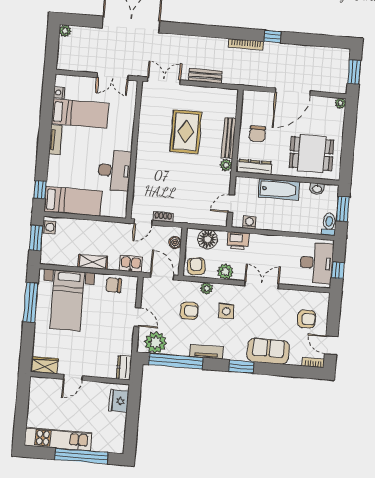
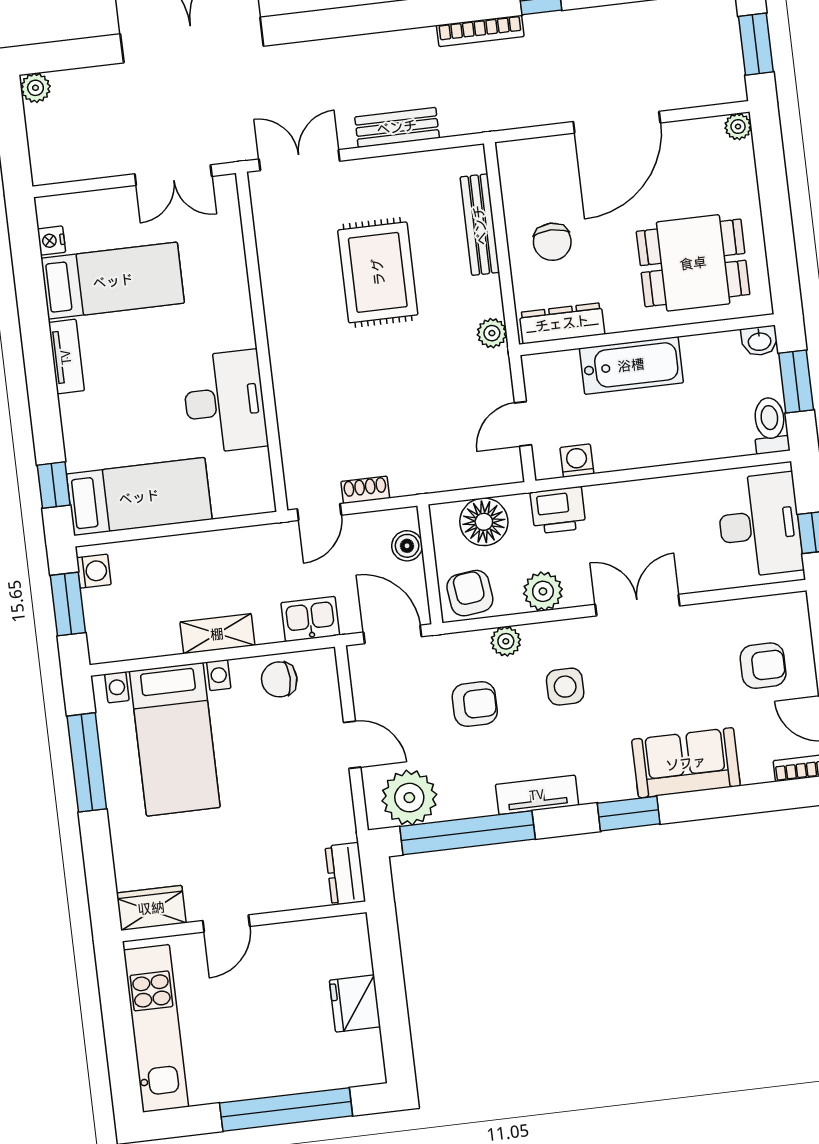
bench: (229, 138) -> (480, 225), moved
washbasin: (317, 189) -> (759, 341), moved
fridge: (119, 401) -> (355, 1003), moved
kitchen unit: (58, 439) -> (156, 1028), moved, turned 90

